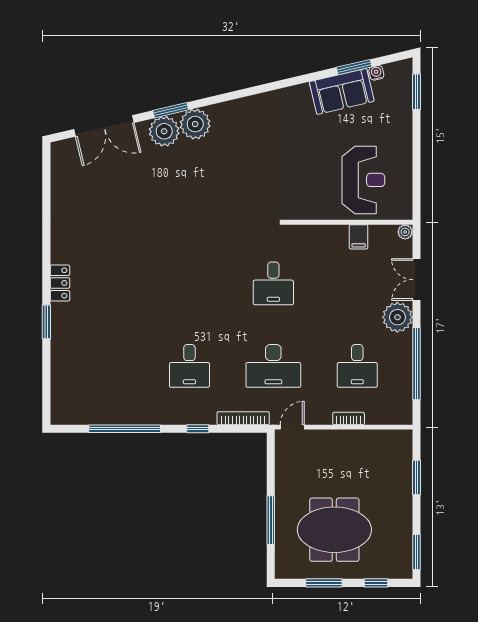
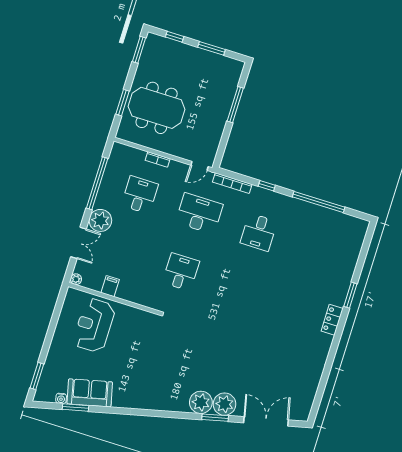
desk: (189, 366) -> (259, 232), turned 180
meeting table: (334, 530) -> (157, 108), moved

